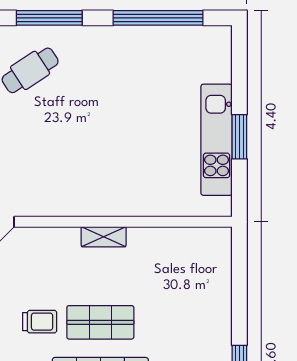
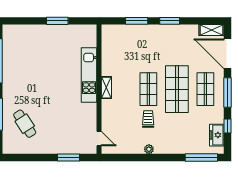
kitchen unit: (217, 140) -> (89, 75), moved, turned 90
window: (239, 298) -> (137, 21), added

